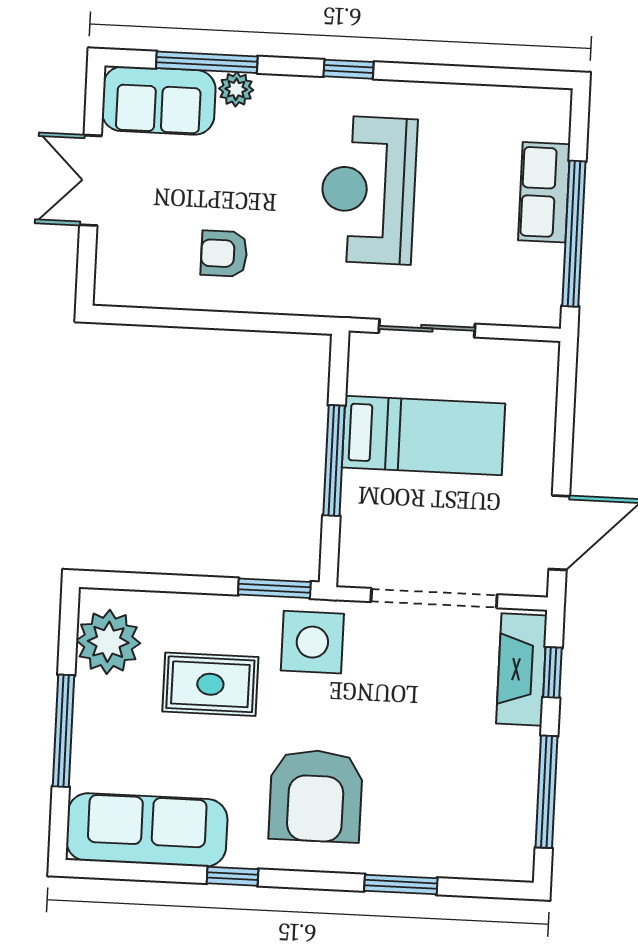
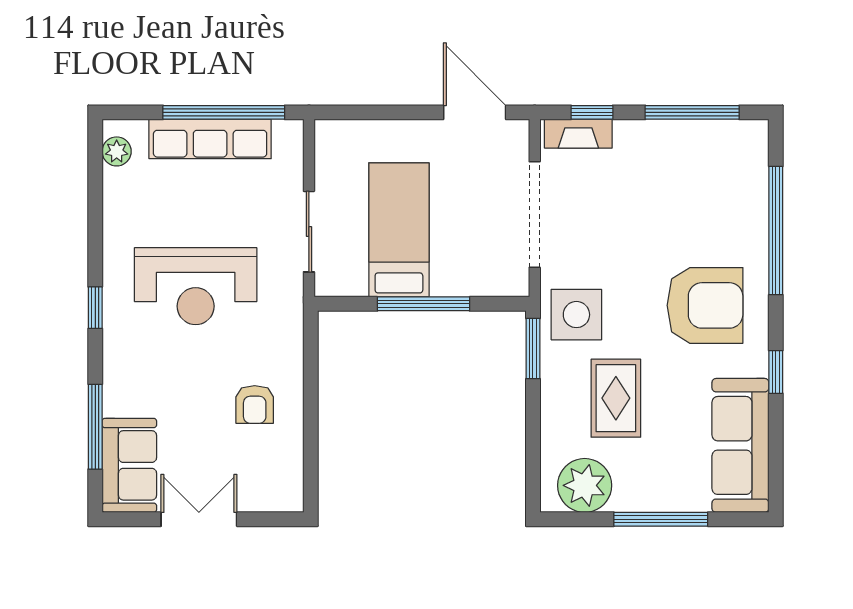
plant: (236, 89) -> (117, 151), moved
double door: (90, 180) -> (199, 519), swing flipped
row of seats: (544, 192) -> (210, 139), width x1.48
fireplace: (522, 670) -> (578, 134), width x0.73, depth x0.76
window: (401, 884) -> (776, 231), width x2.11

